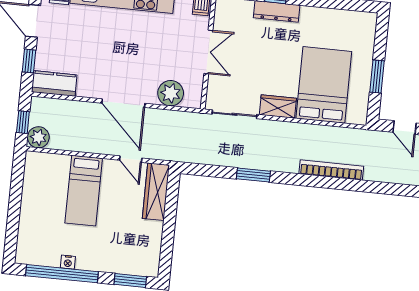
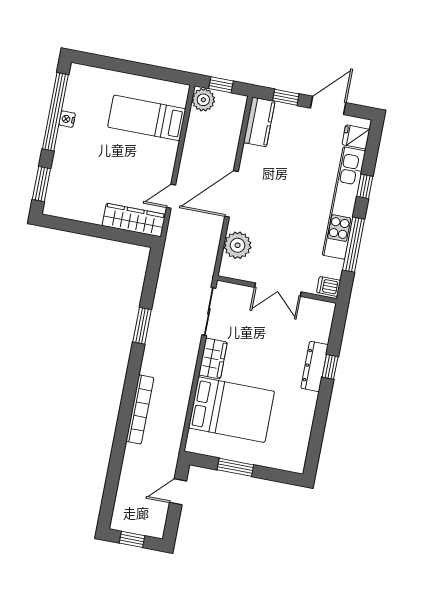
bed: (84, 191) -> (147, 118), moved

